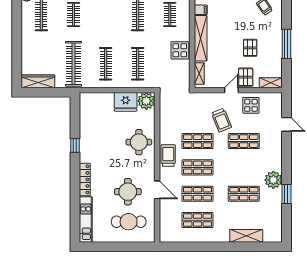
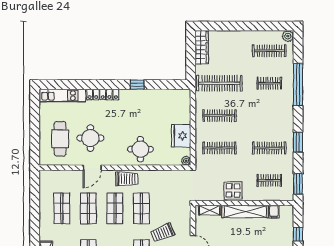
plant: (146, 101) -> (186, 161), width x0.53, depth x0.53

